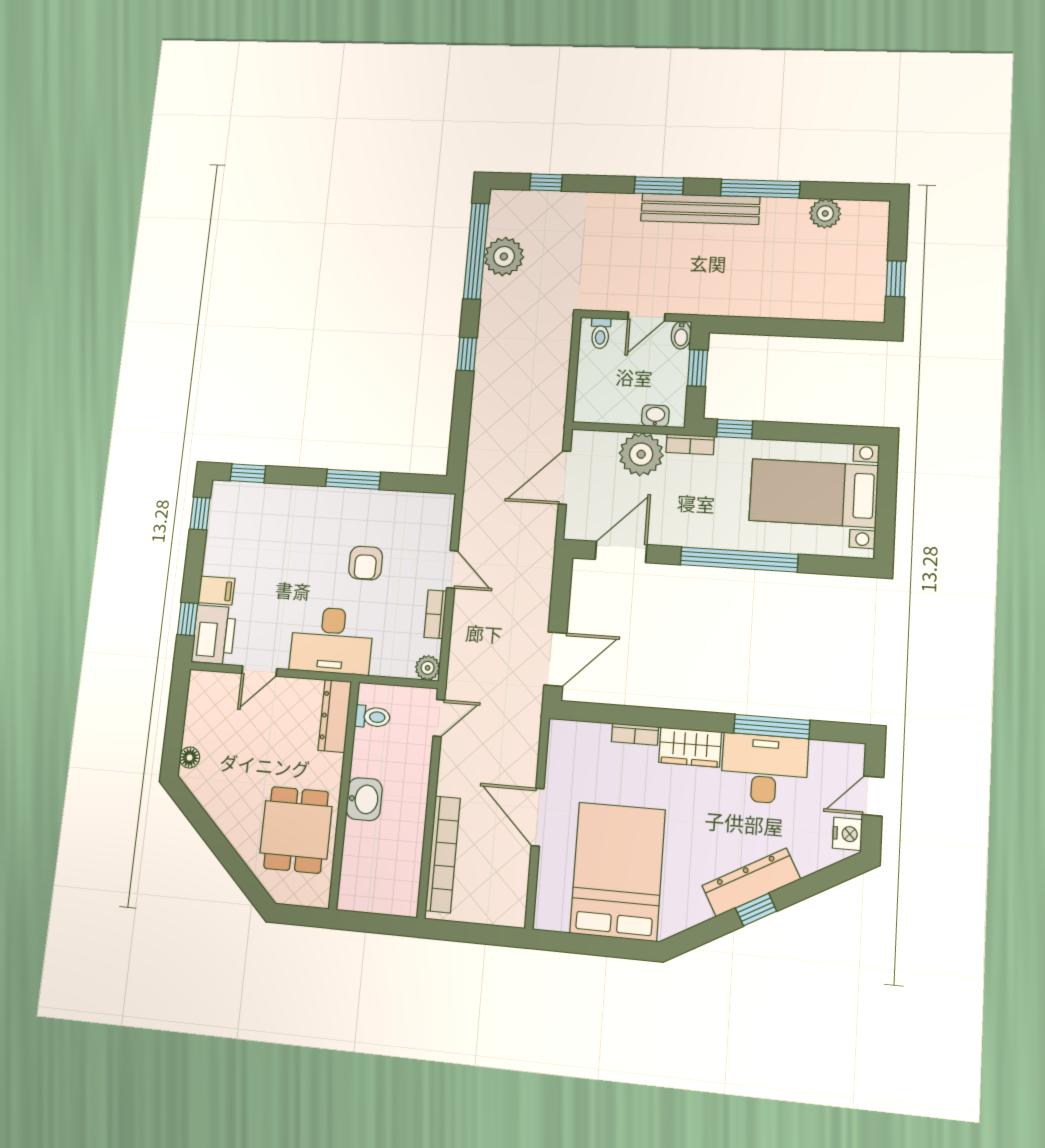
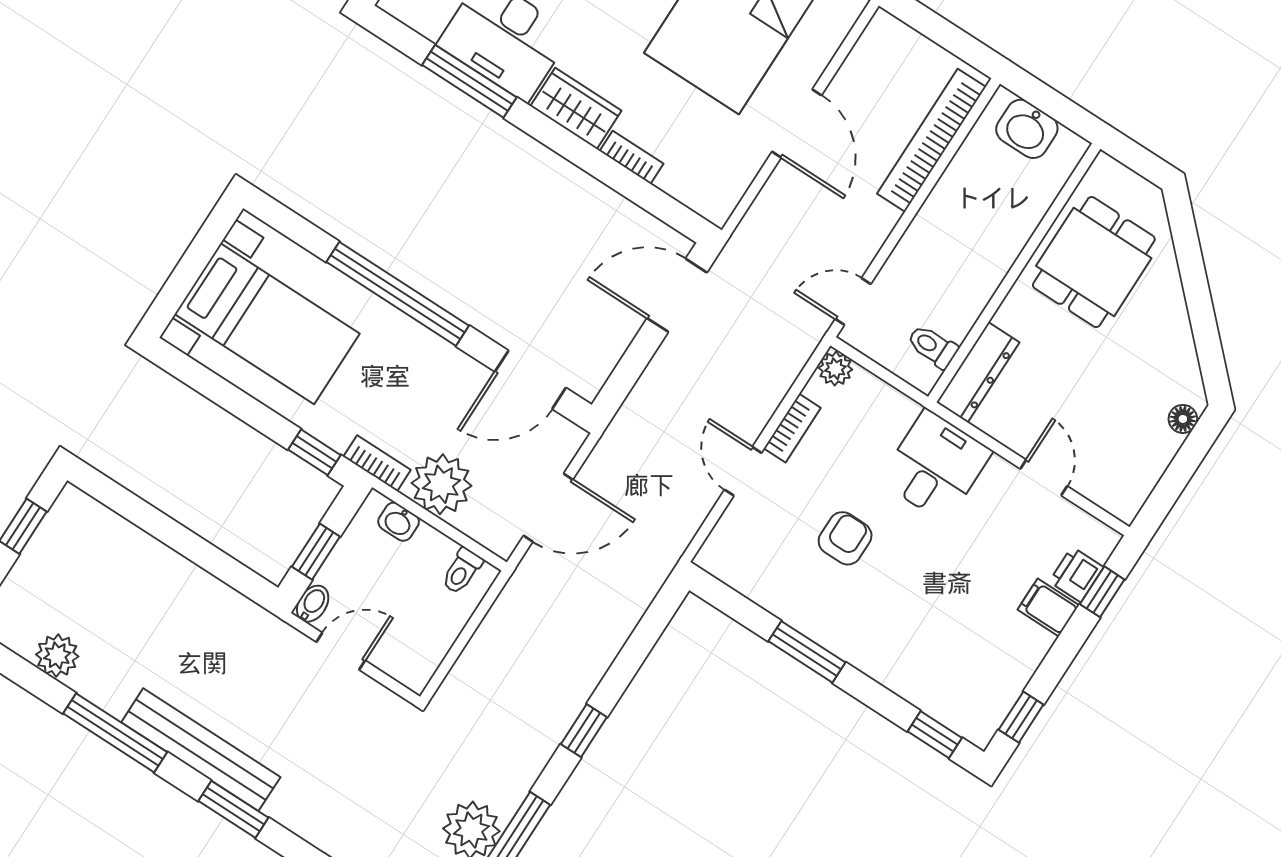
toilet: (600, 333) -> (462, 571), moved, turned 180
printer: (214, 635) -> (1076, 574), width x0.53, depth x0.68
desk: (332, 641) -> (936, 466), width x0.73
door: (259, 671) -> (1044, 478), hinge flipped
washbasin: (364, 799) -> (1027, 129), moved, turned -90

